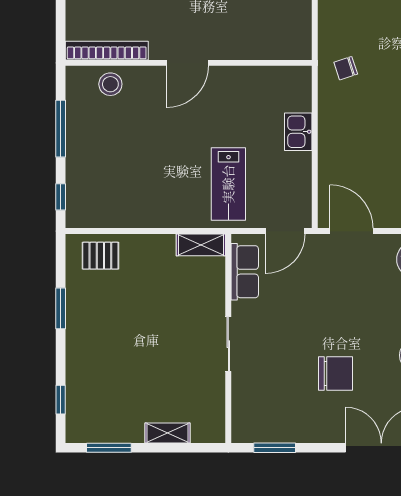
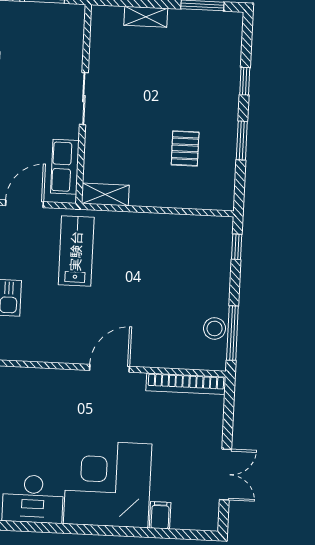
stool: (110, 84) -> (215, 328), moved
window: (61, 129) -> (232, 333), moved
pallet: (100, 256) -> (185, 148), moved, turned 90
window: (61, 400) -> (245, 81), moved

